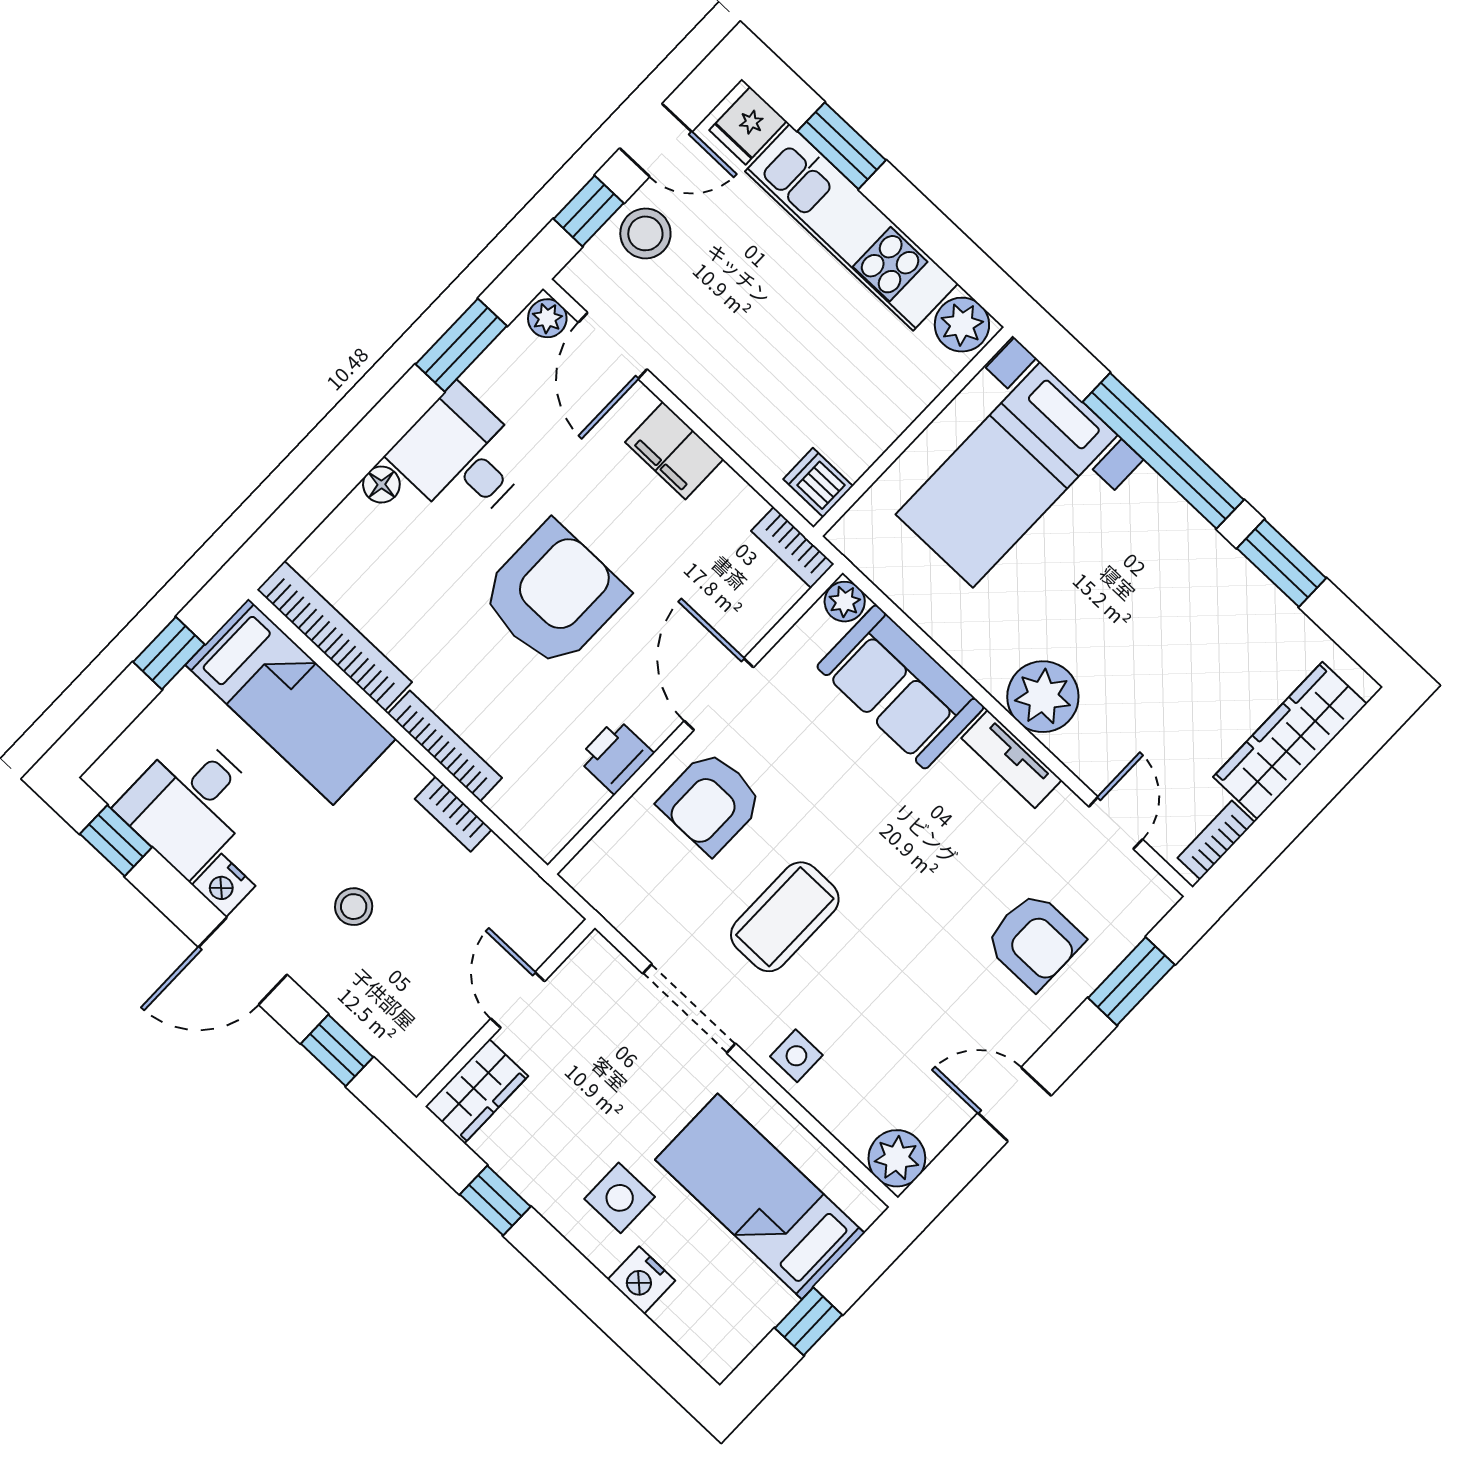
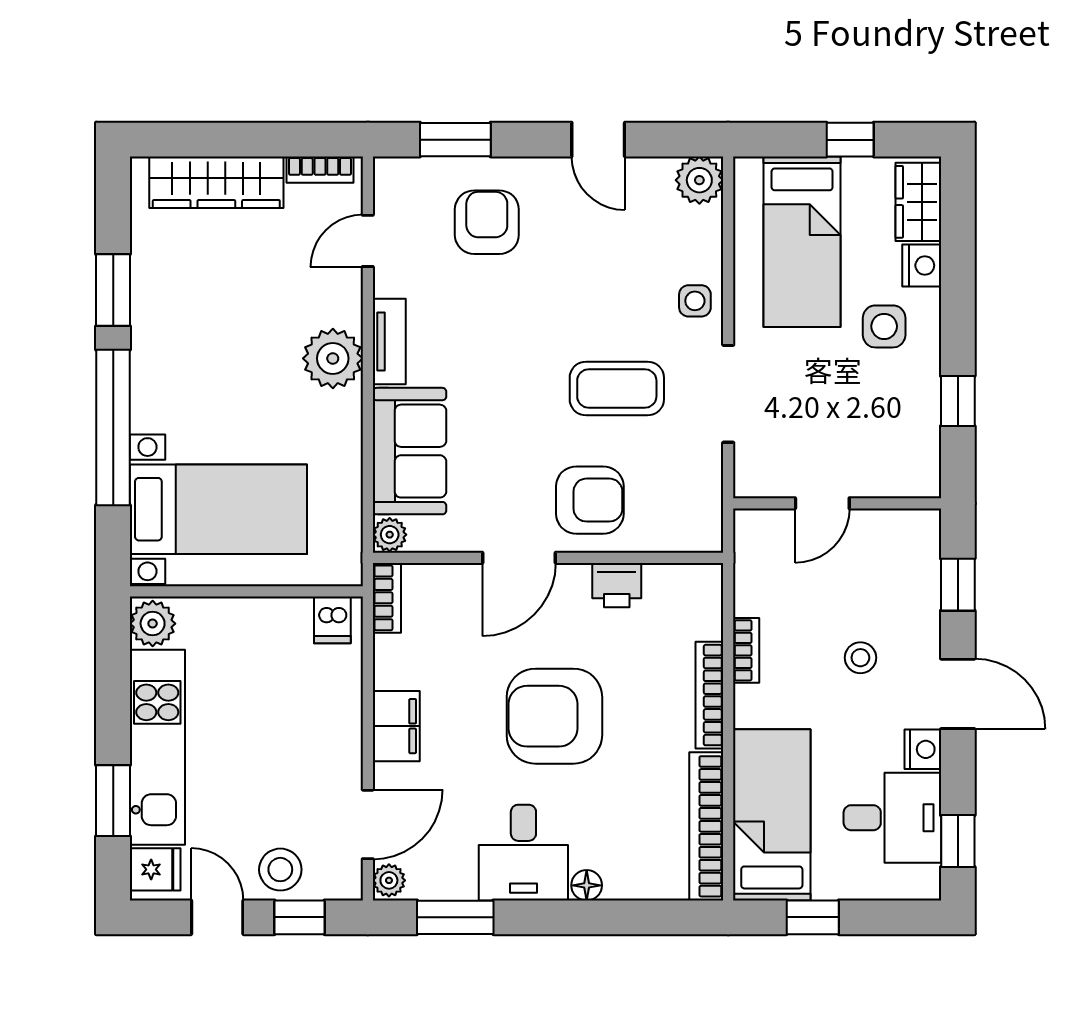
wardrobe: (477, 1091) -> (918, 202), moved, turned -90

